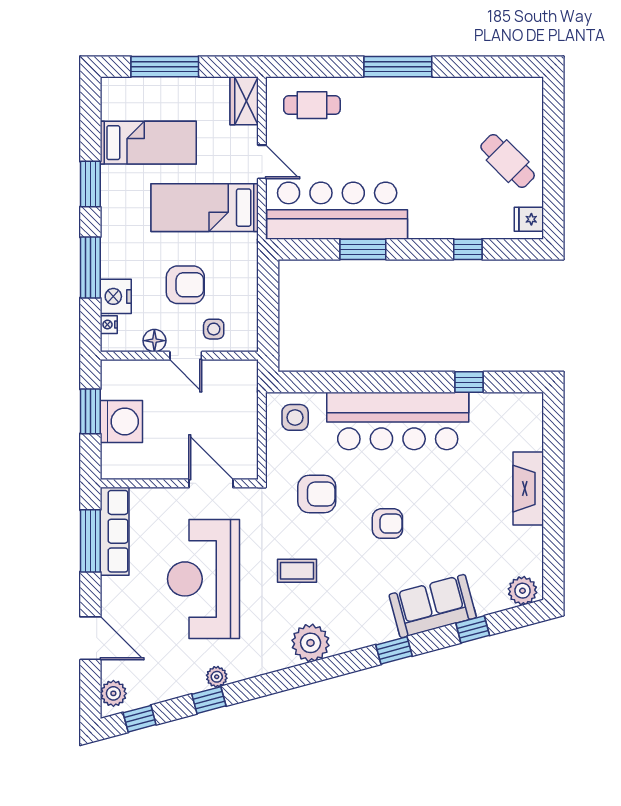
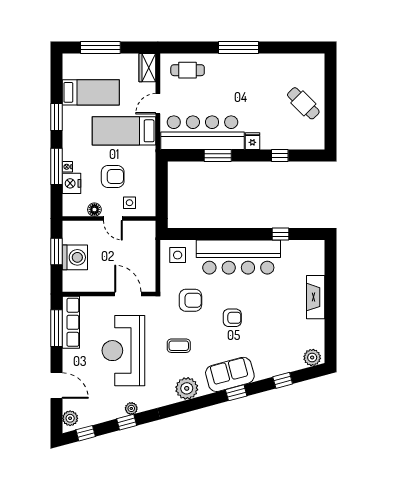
door: (262, 162) -> (158, 104), swing flipped
fridge: (529, 219) -> (252, 141), moved, turned 90
nightstand: (109, 325) -> (67, 167), moved
sofa: (433, 606) -> (230, 374), moved

